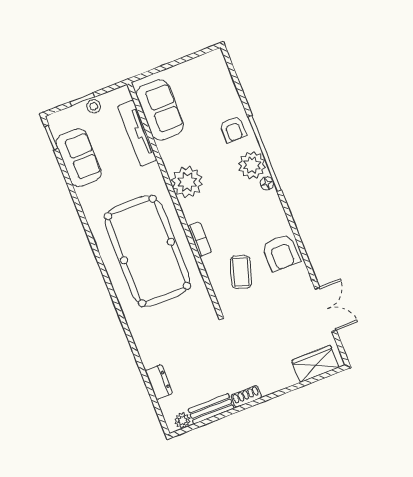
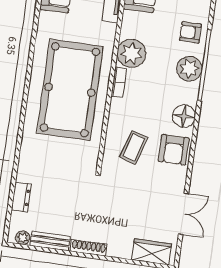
armchair: (233, 129) -> (190, 32), turned 90
floor lamp: (267, 183) -> (184, 116), moved, width x1.89, depth x1.89
bookcase: (200, 239) -> (119, 82), moved
shoe rack: (246, 396) -> (89, 248), width x1.43

